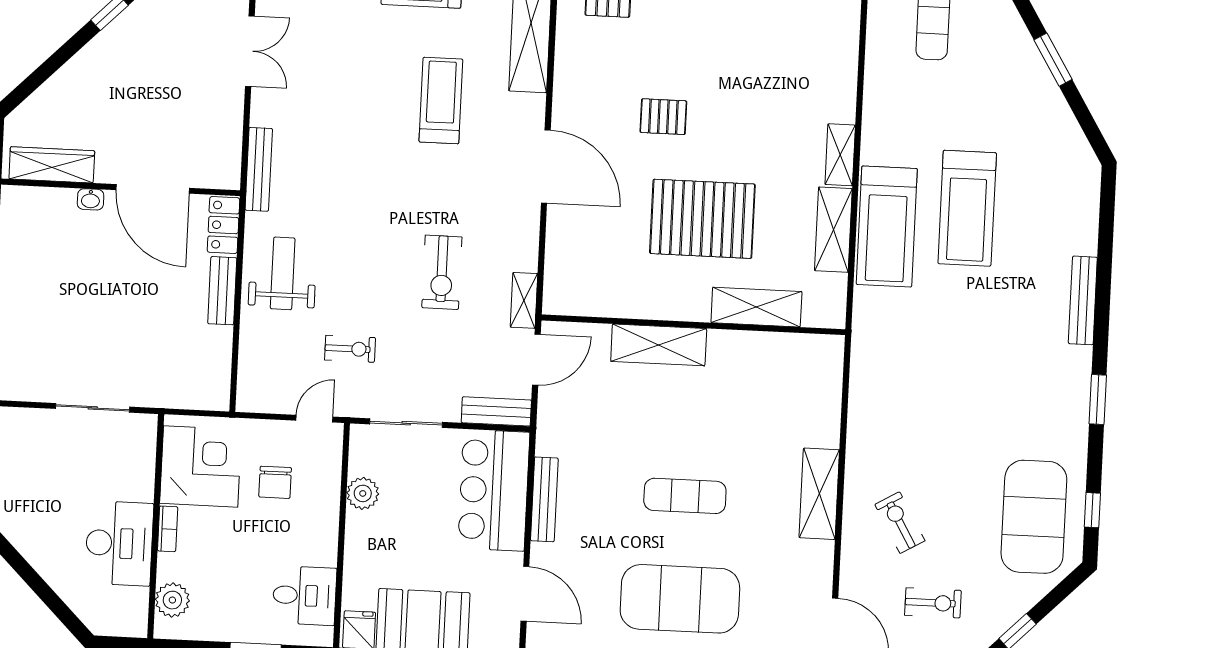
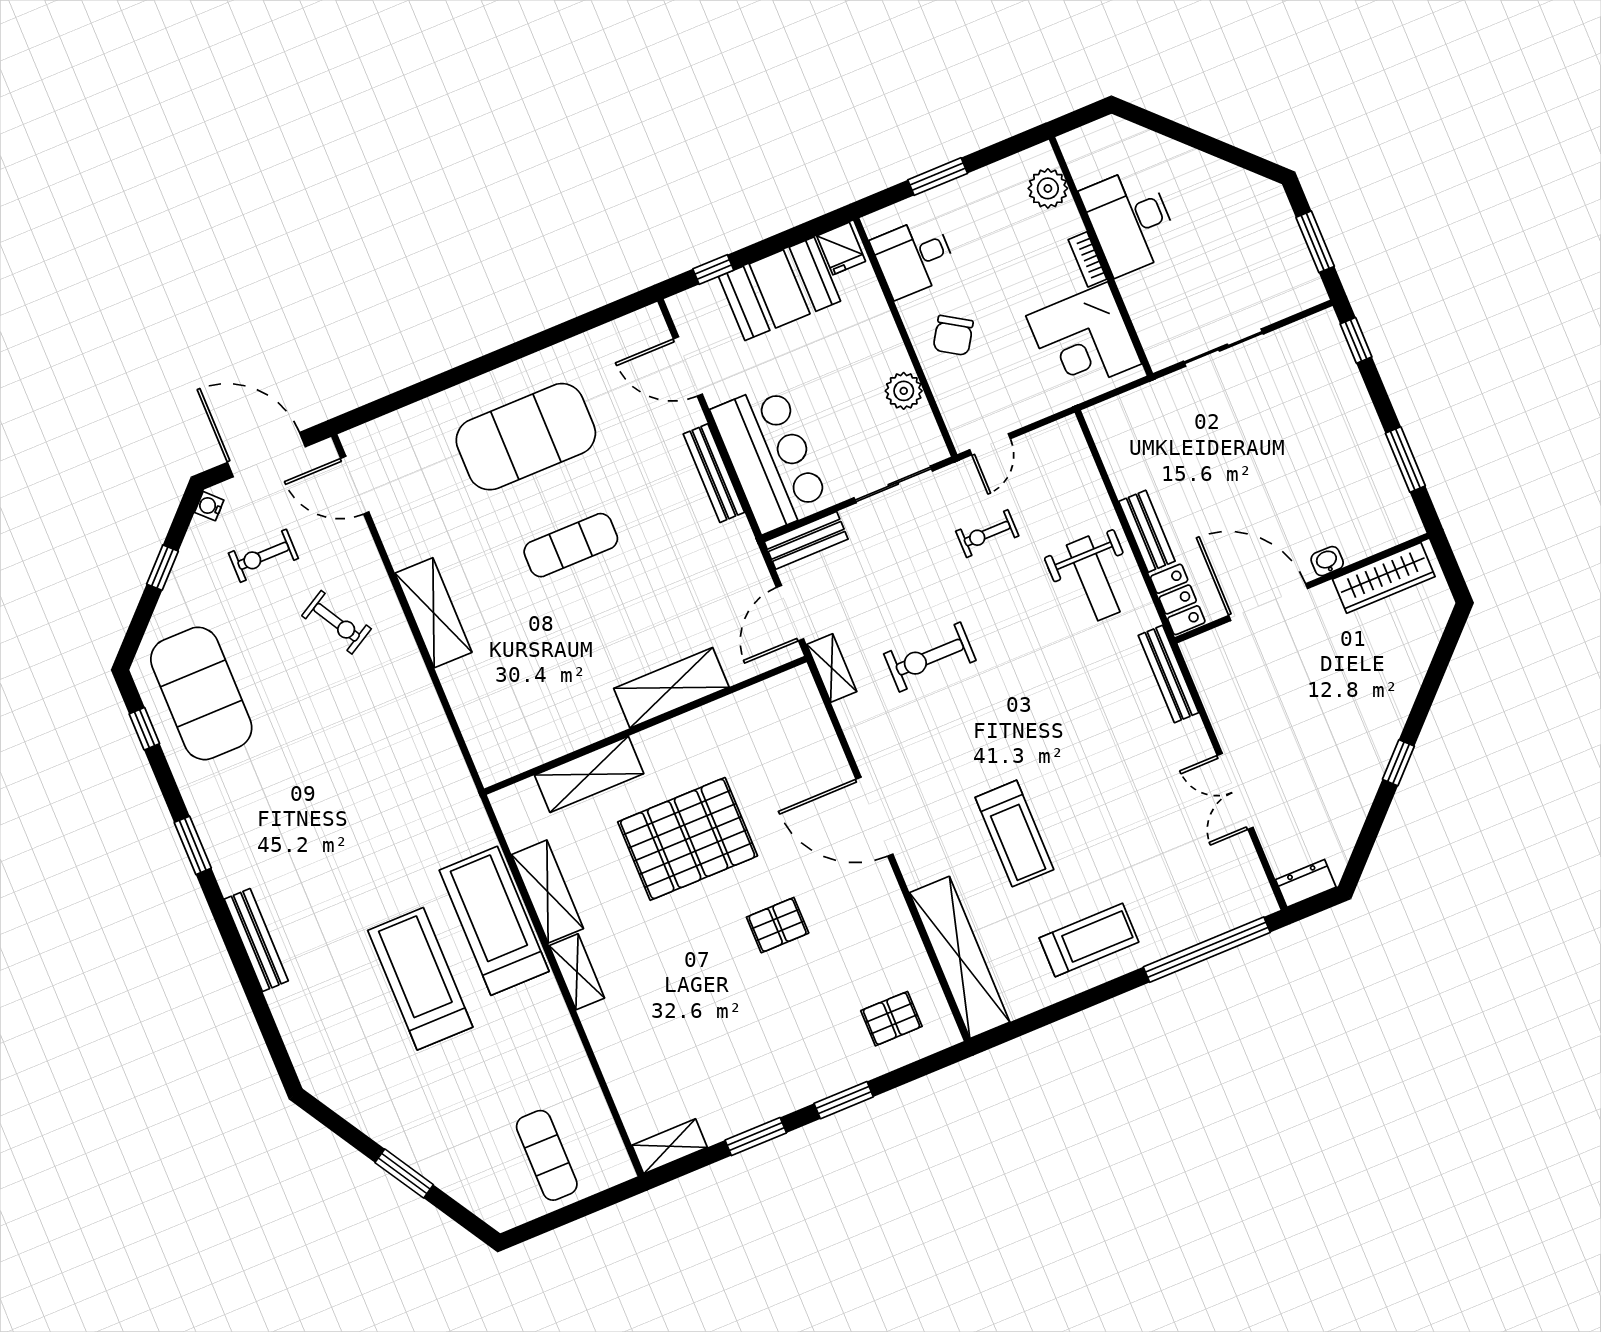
exercise bike: (442, 272) -> (930, 657), turned -90
chair: (275, 482) -> (953, 335), moved, turned -148

